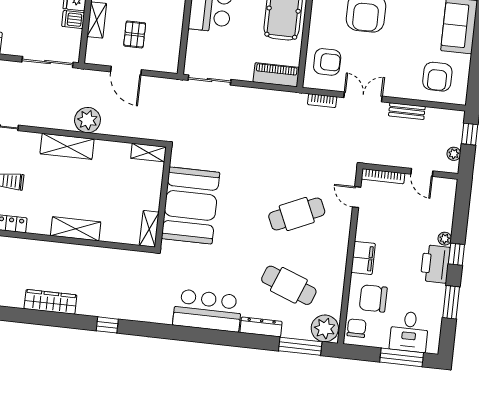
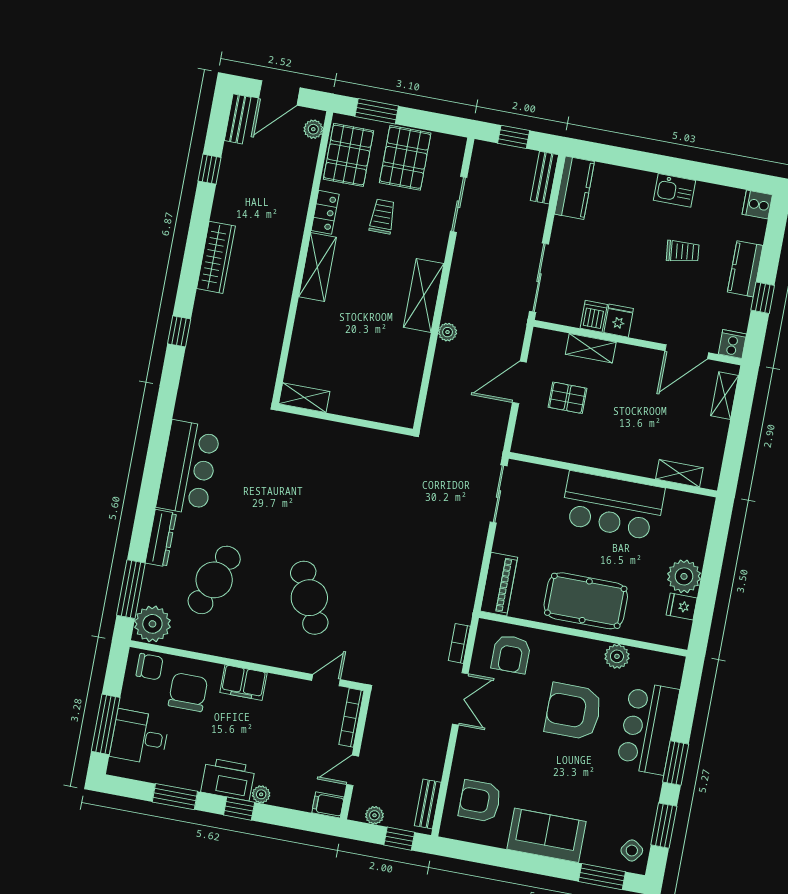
bench: (407, 111) -> (428, 804), moved
plant: (88, 120) -> (448, 332), width x0.53, depth x0.53
shelving: (148, 153) -> (407, 404), removed
filing cabinet: (449, 189) -> (328, 805), added
booth: (191, 205) -> (332, 456), removed
shelving: (76, 229) -> (318, 267), moved

